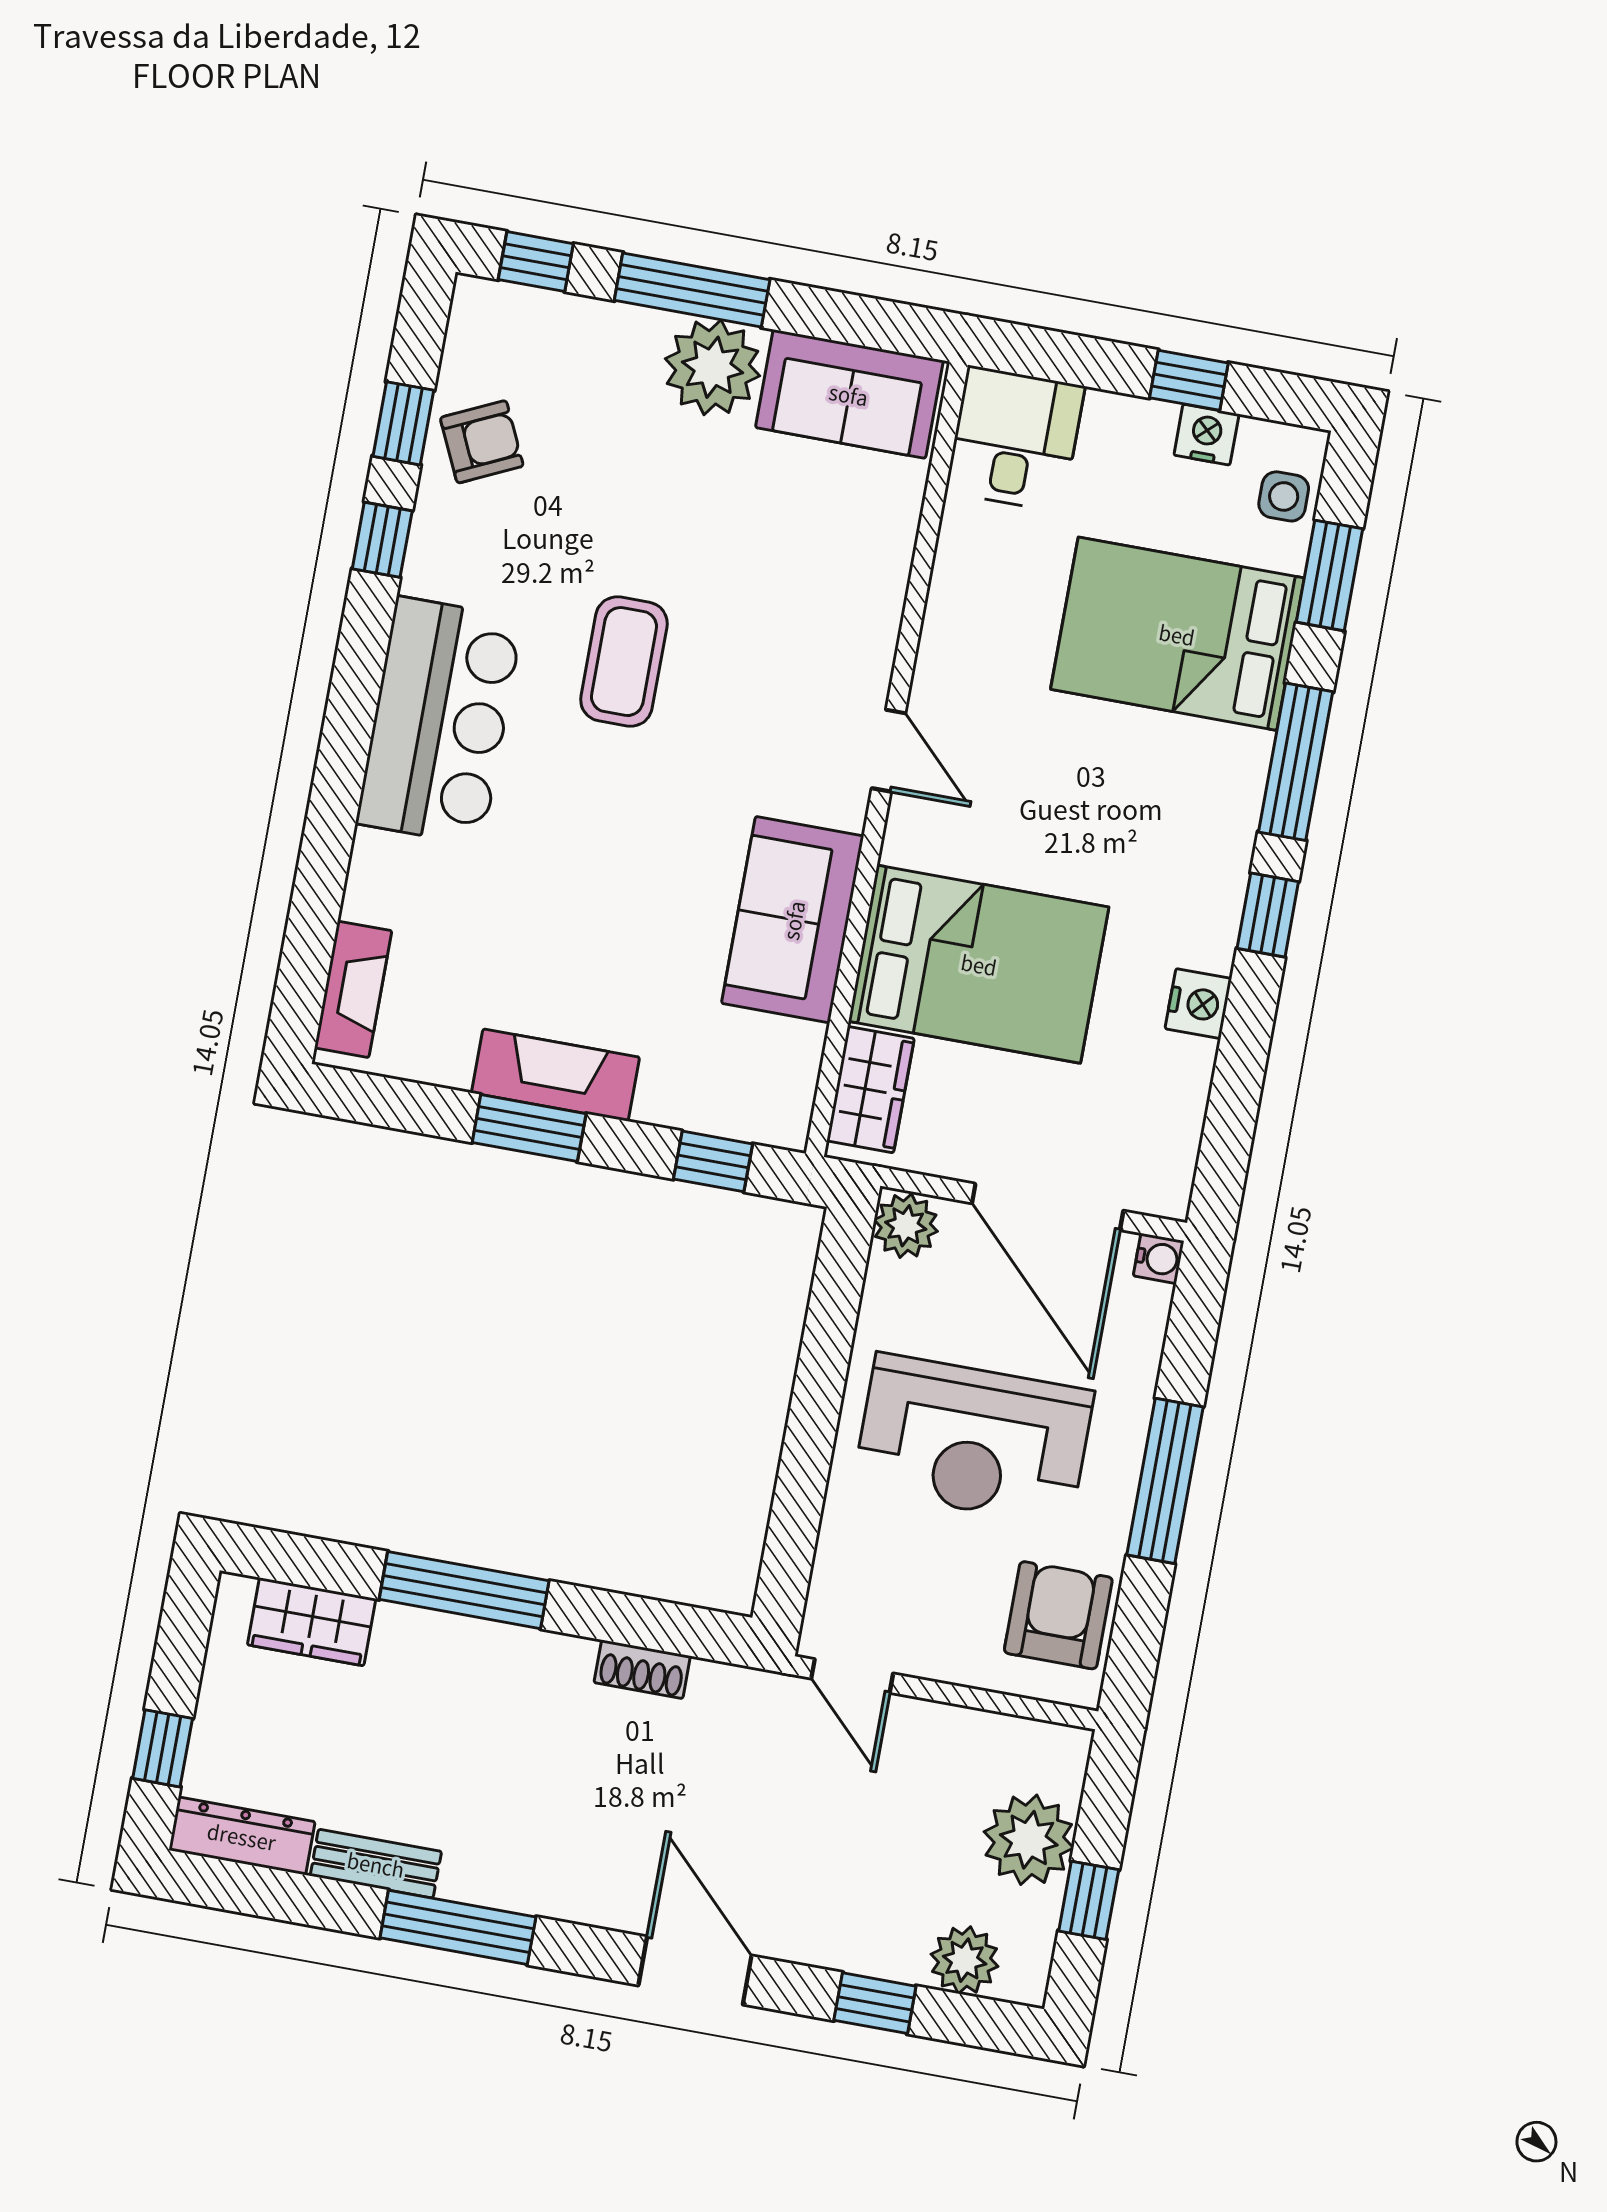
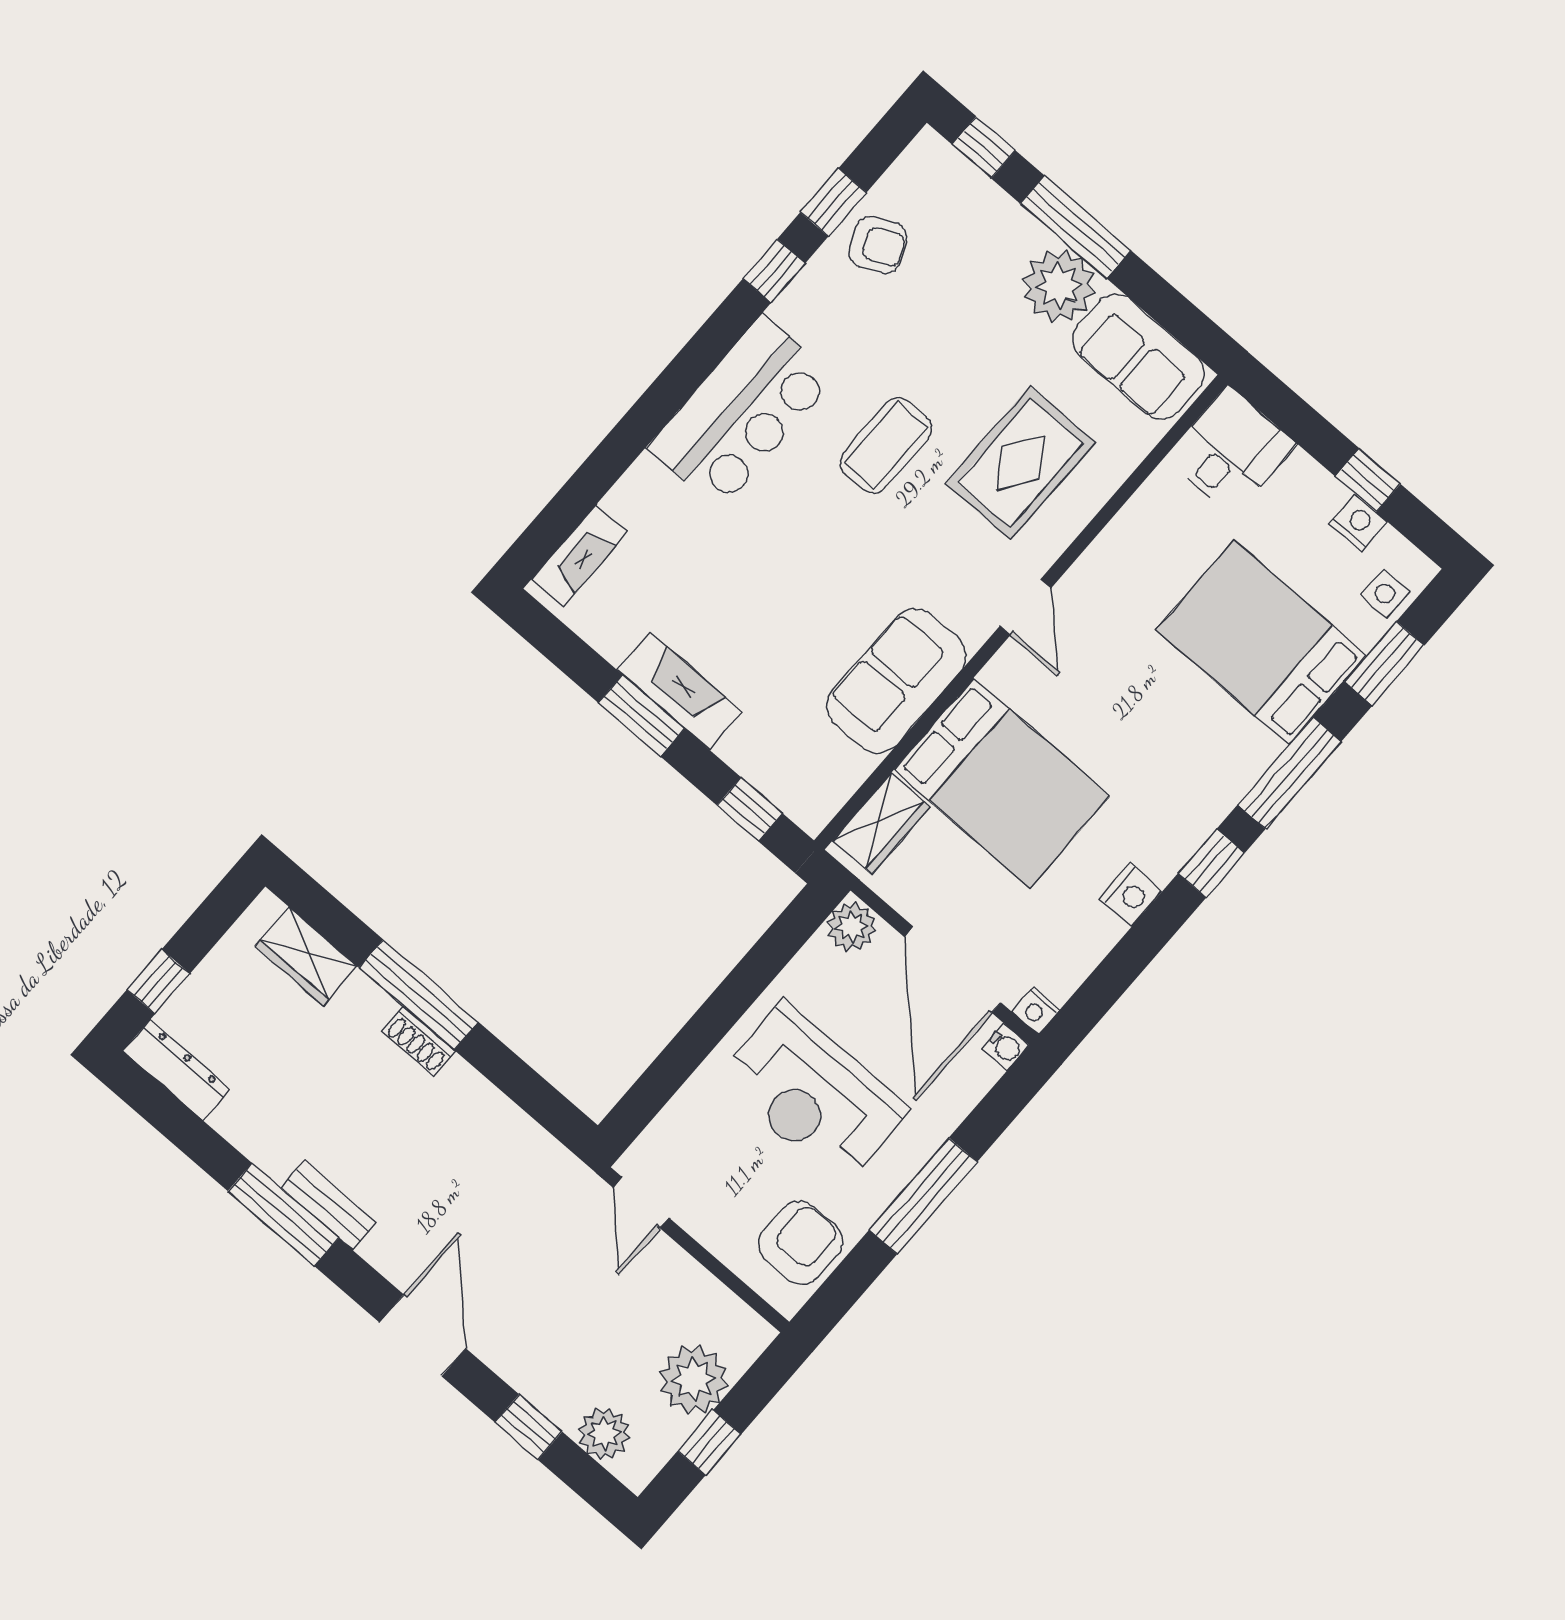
rug: (787, 592) -> (1020, 463), added
nightstand: (1168, 1197) -> (1036, 1010), added
shoe rack: (642, 1669) -> (419, 1041), moved
bench: (376, 1864) -> (329, 1205), moved

